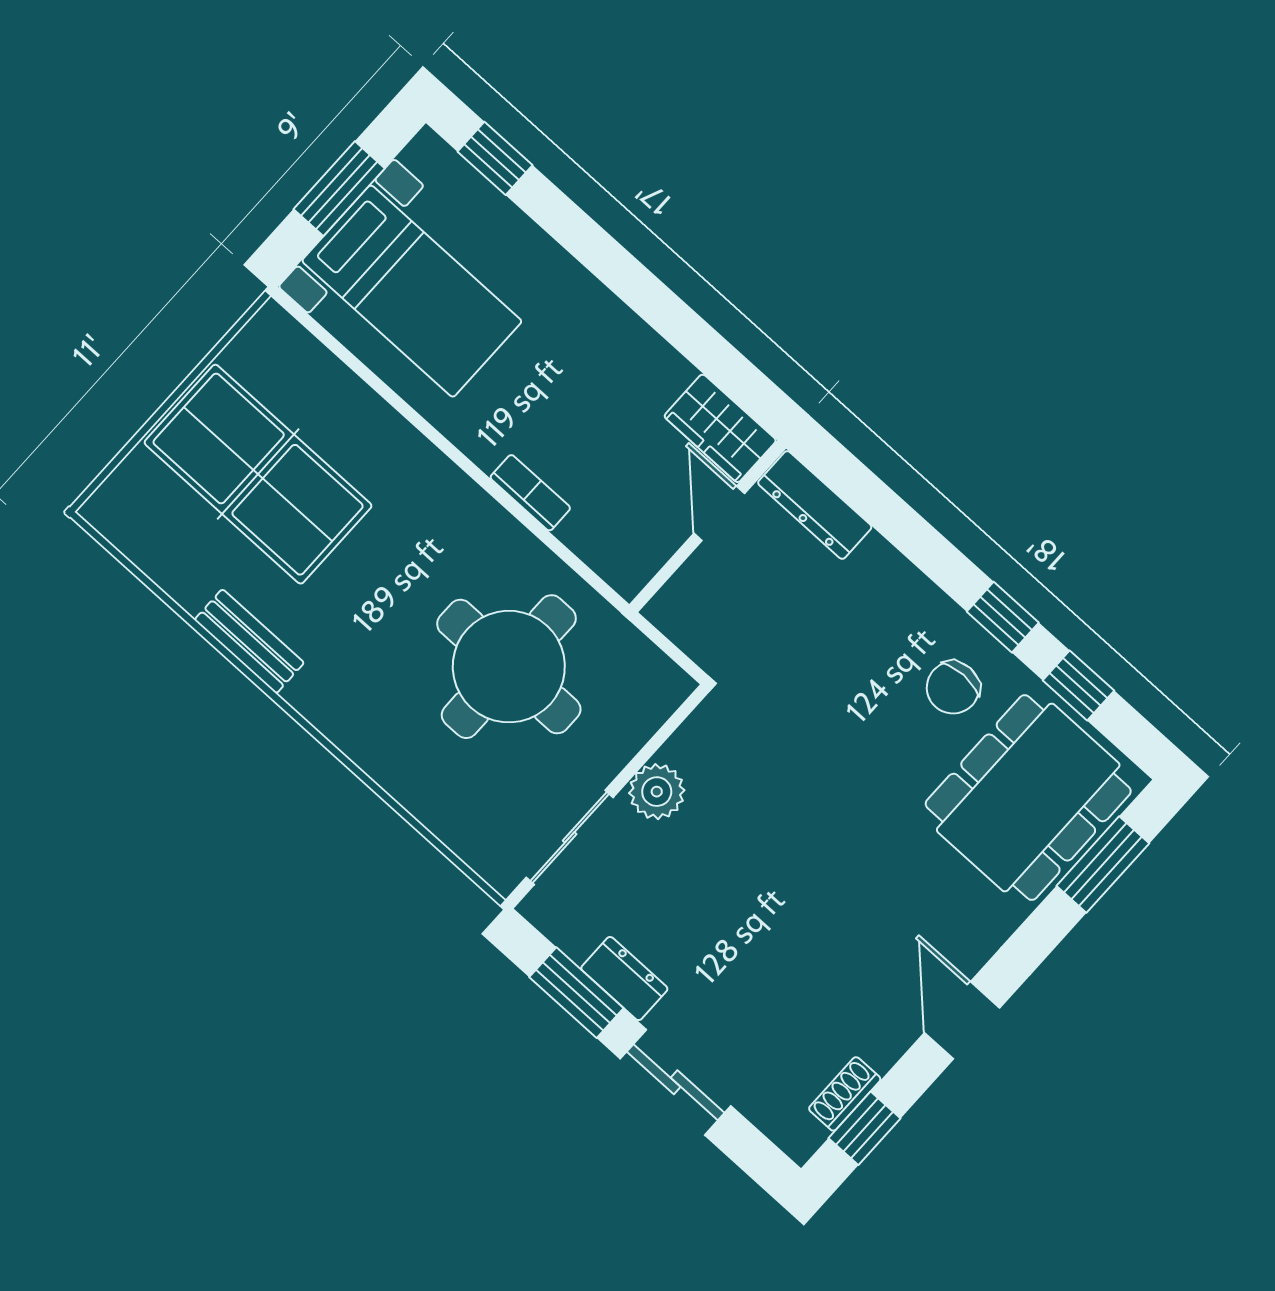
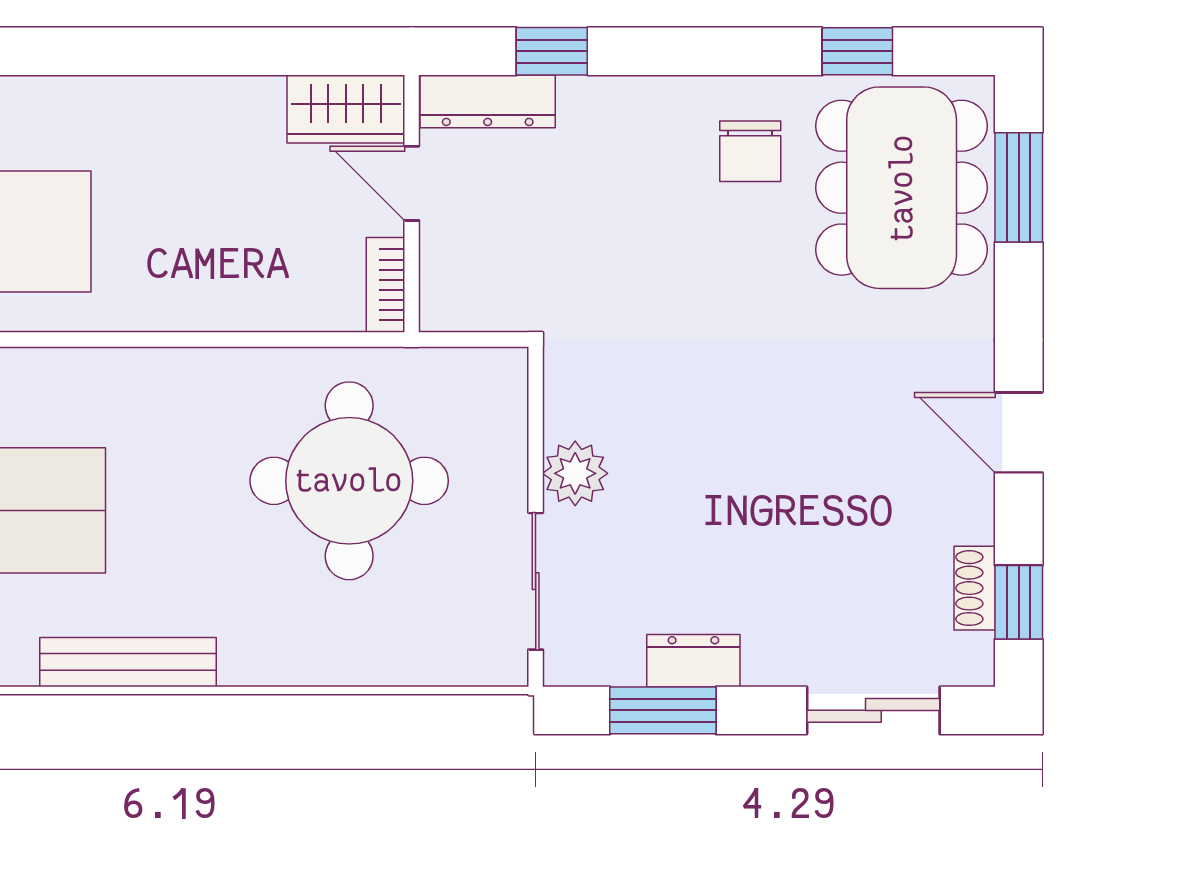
bookcase: (530, 493) -> (385, 285), moved, turned -90
window: (1003, 617) -> (552, 51), moved
bench: (249, 641) -> (128, 662), width x1.36
sliding door: (676, 1082) -> (873, 710), moved

